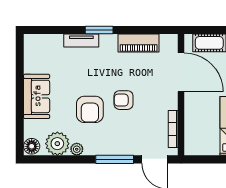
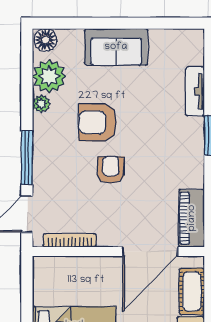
tv unit: (81, 41) -> (195, 92), moved
piano: (139, 43) -> (192, 218), moved

